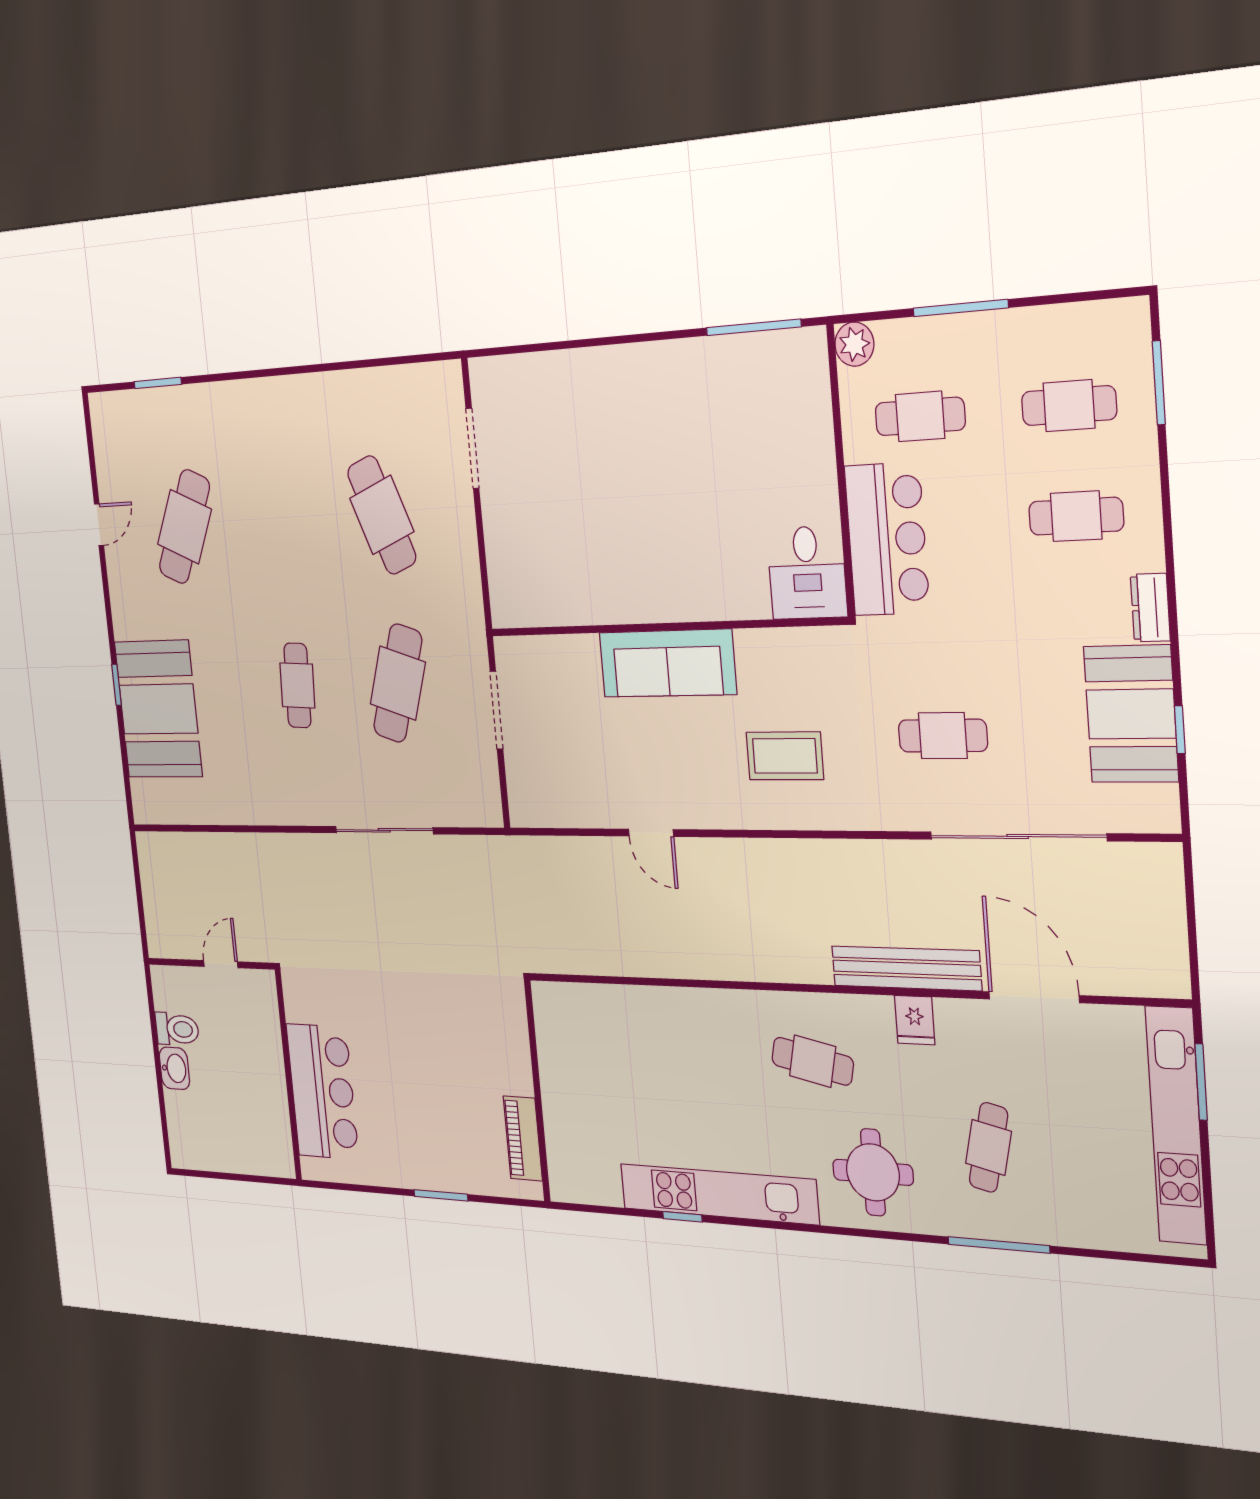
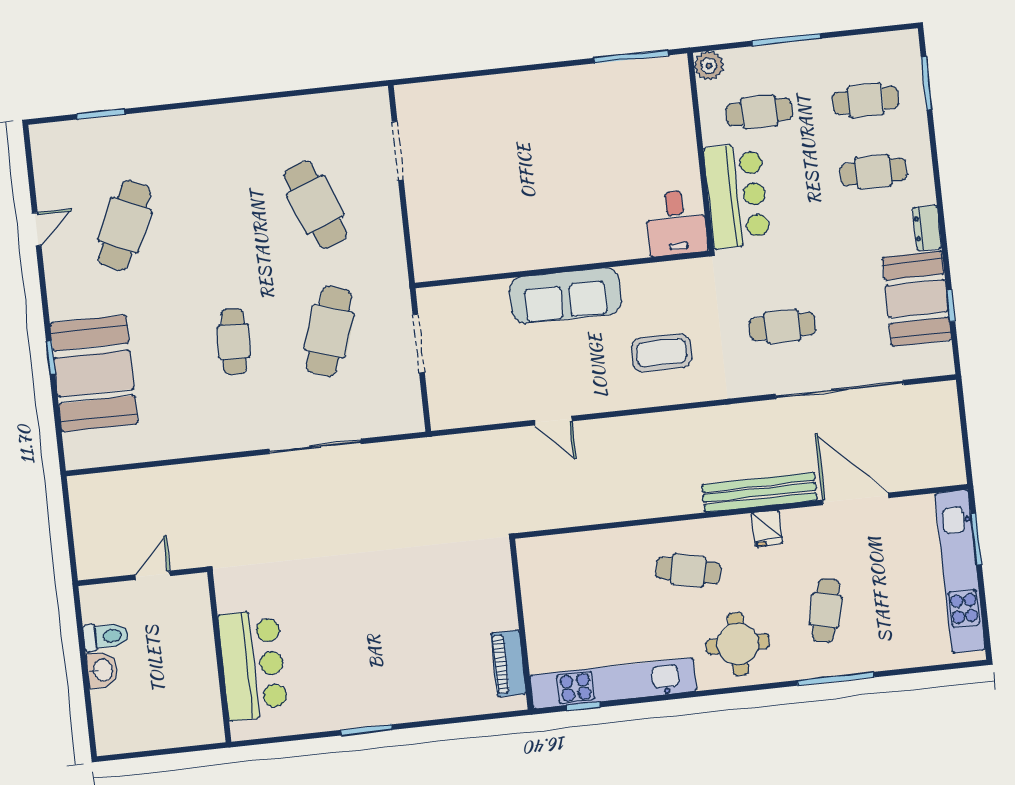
wall: (537, 1091) -> (521, 624), moved
piano: (523, 1138) -> (508, 663), moved

